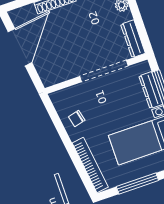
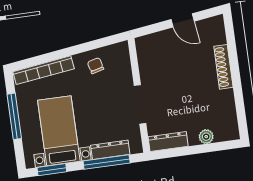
door: (20, 47) -> (183, 20), width x0.53
doorway: (104, 71) -> (140, 104), width x0.73

